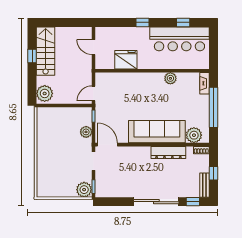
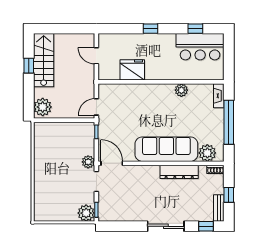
bar counter: (179, 39) -> (200, 47), width x0.73
plant: (86, 132) -> (88, 162), moved
sliding door: (156, 202) -> (166, 226), width x0.73

